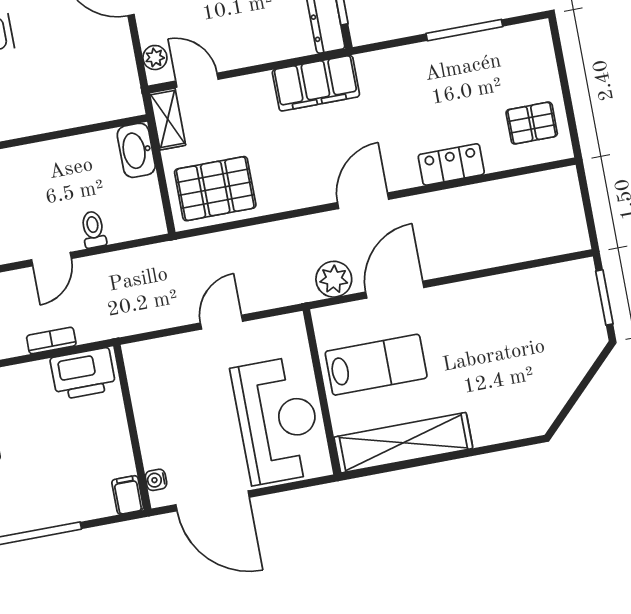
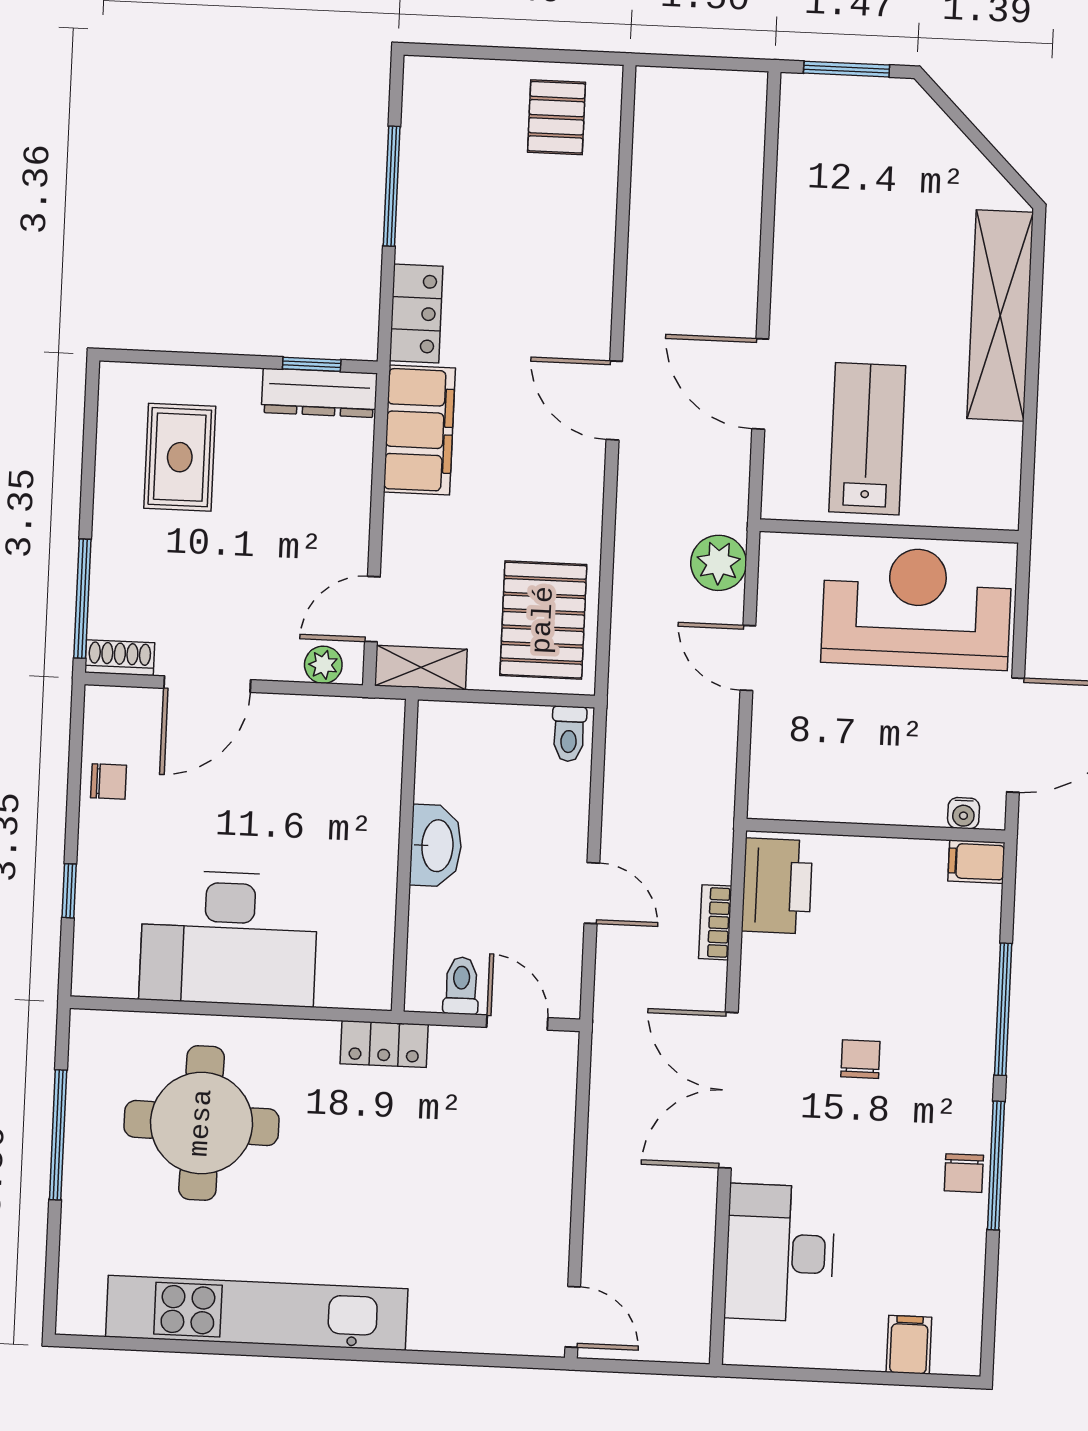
washbasin: (136, 150) -> (436, 846), moved, turned -90
locker: (451, 164) -> (416, 314), moved, turned 180
toilet: (93, 229) -> (569, 734), moved, turned -90
plant: (334, 279) -> (719, 563), moved
shelving: (403, 443) -> (1000, 315), moved

